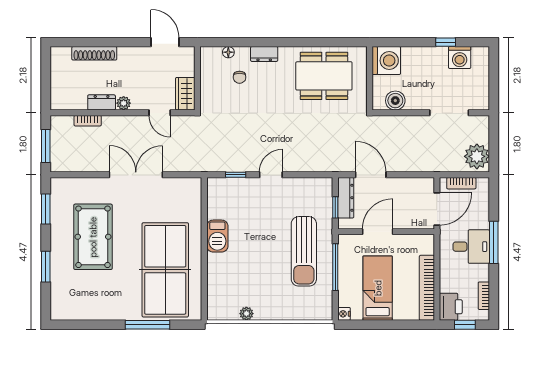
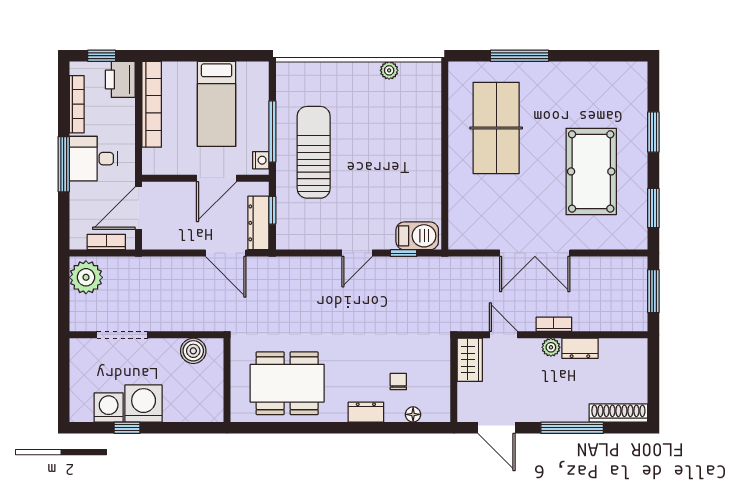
window: (108, 42) -> (572, 428), added
shoe rack: (94, 53) -> (618, 413), moved
washing machine: (386, 61) -> (144, 403), moved, turned 90
bookcase: (88, 121) -> (554, 324), moved
barbecue: (217, 236) -> (417, 236), moved, turned 90
table tennis table: (165, 270) -> (496, 128), width x0.73, depth x0.76
bookcase: (484, 296) -> (77, 104), width x1.56
nightstand: (344, 314) -> (261, 160), moved

